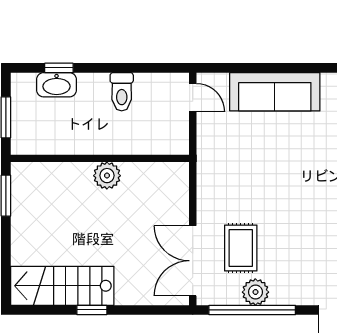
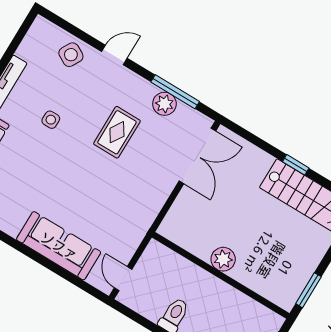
rug: (241, 248) -> (117, 132), moved
window: (252, 310) -> (175, 92), width x0.68

